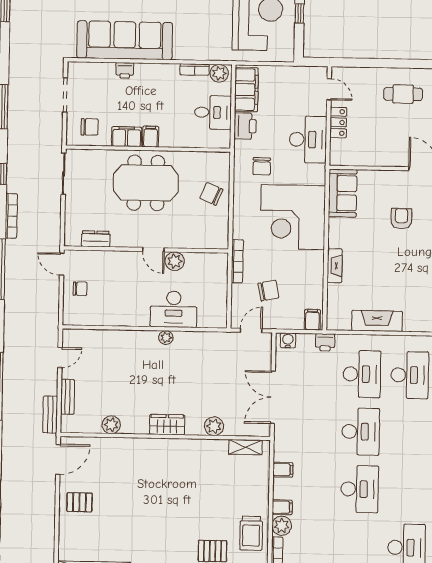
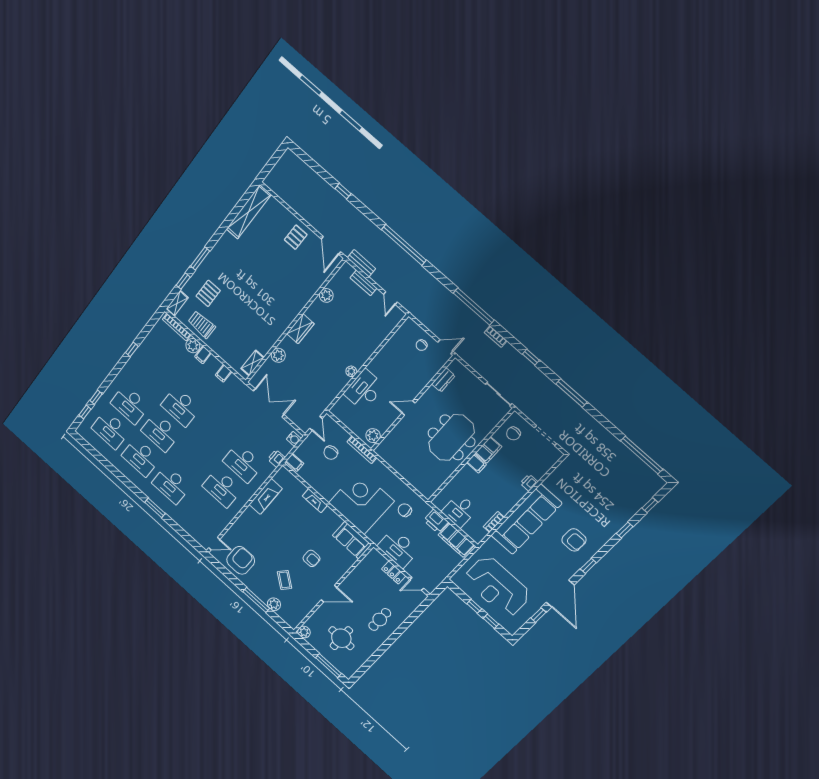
sofa: (125, 40) -> (526, 519), moved
plant: (219, 73) -> (479, 534), removed
chair: (211, 194) -> (413, 469), removed
bookcase: (11, 216) -> (496, 337), width x0.64
plant: (175, 261) -> (373, 436), moved
desk: (361, 432) -> (160, 432), moved

